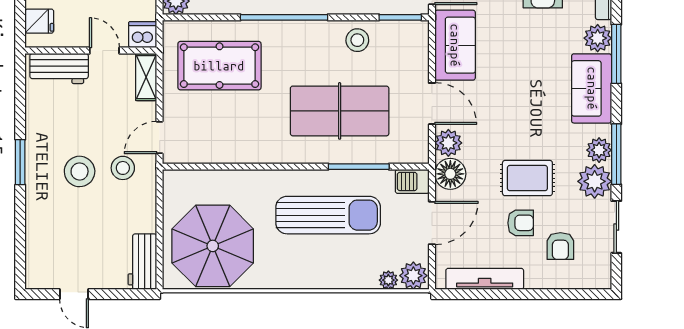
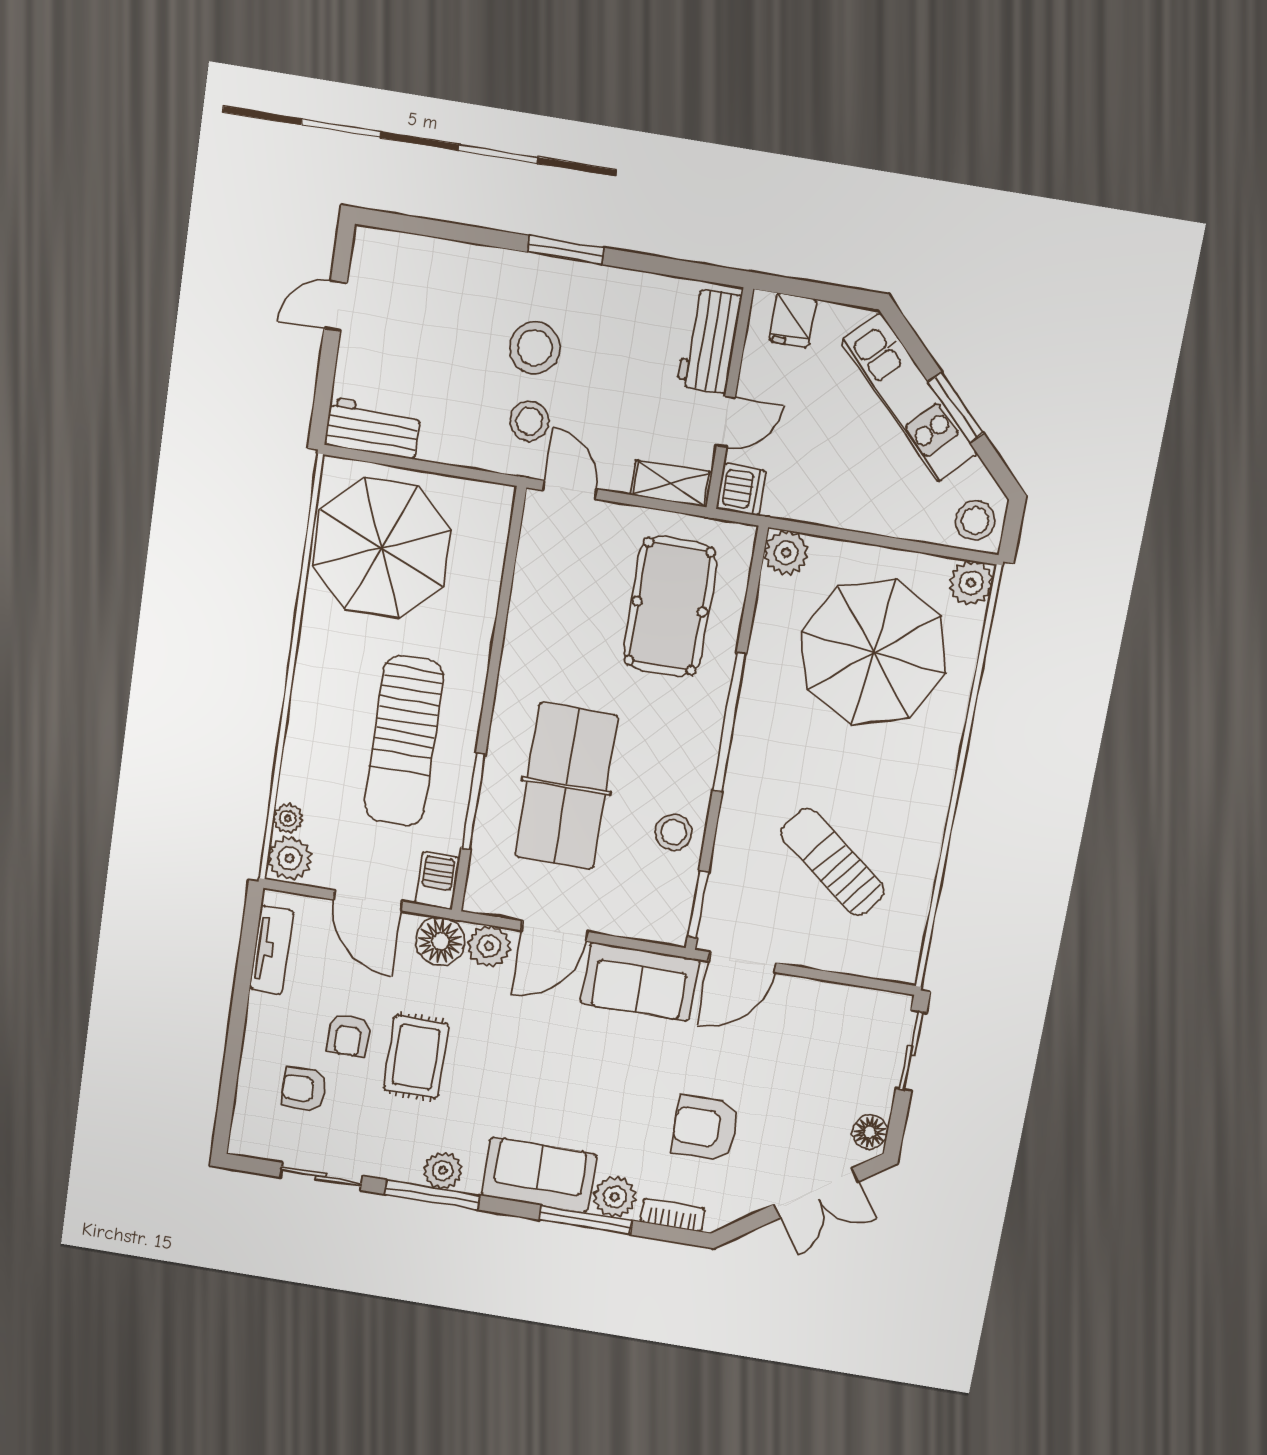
plant: (595, 181) -> (396, 1156), removed
tv unit: (485, 279) -> (271, 950), width x0.71

